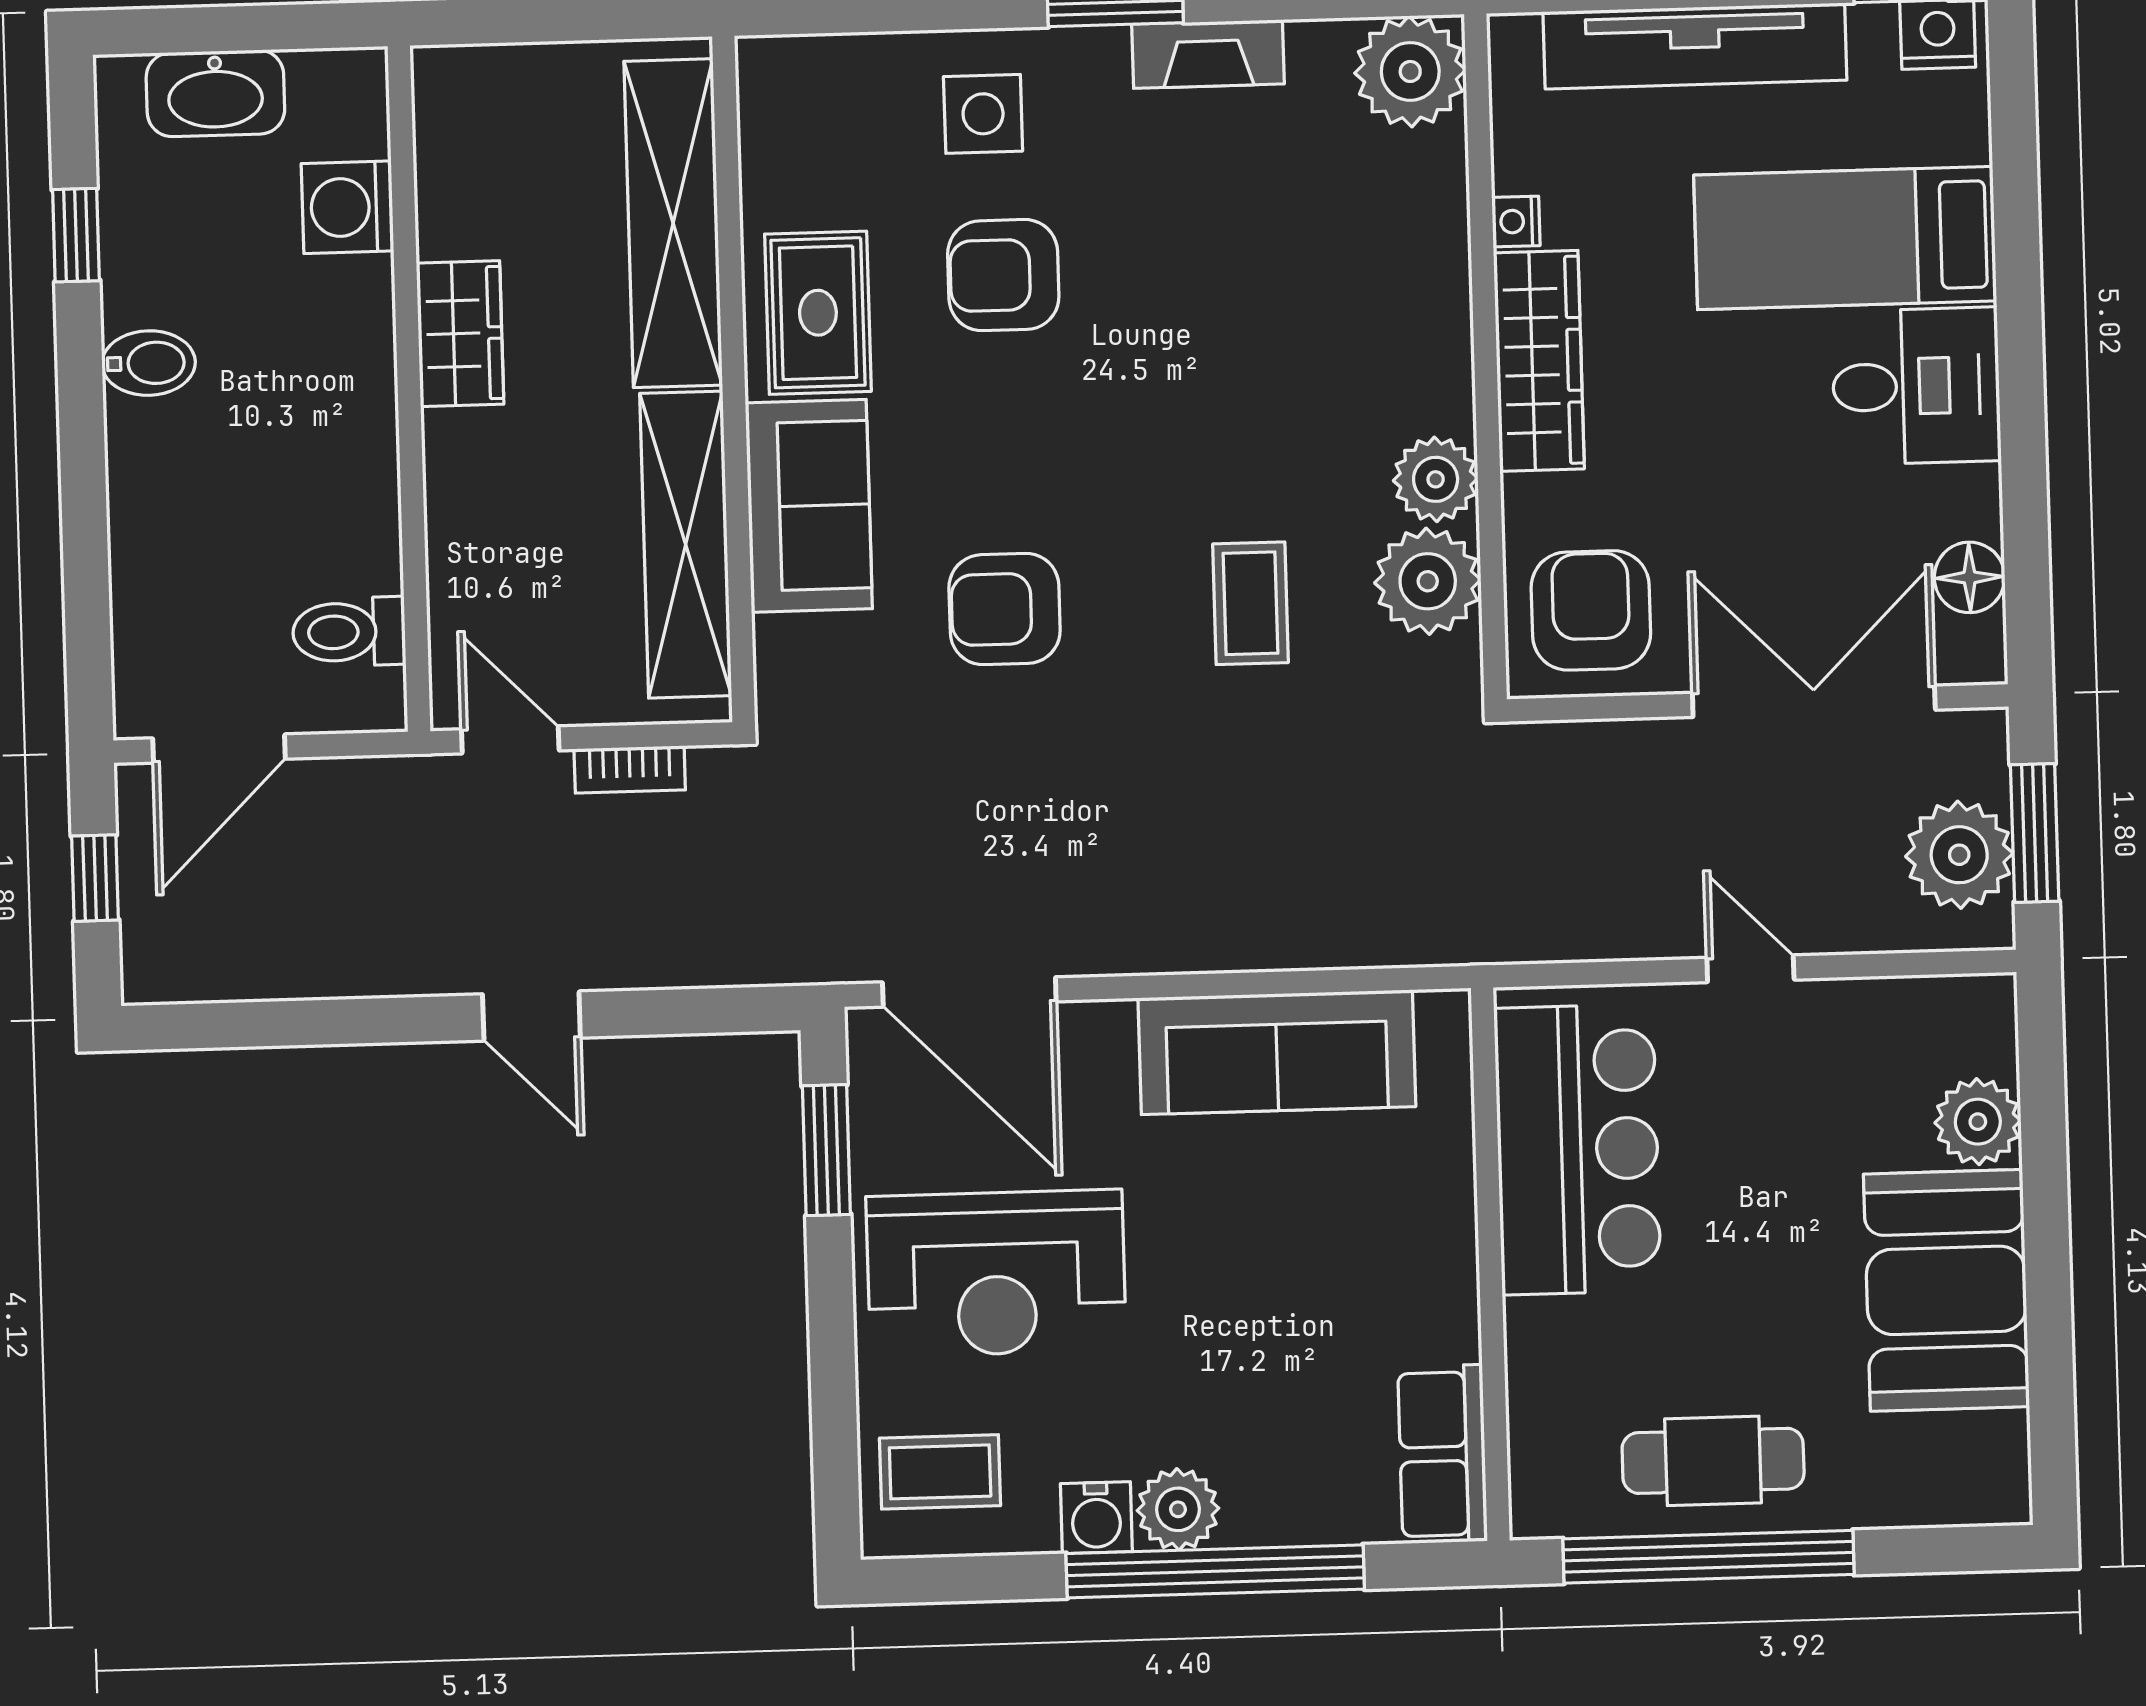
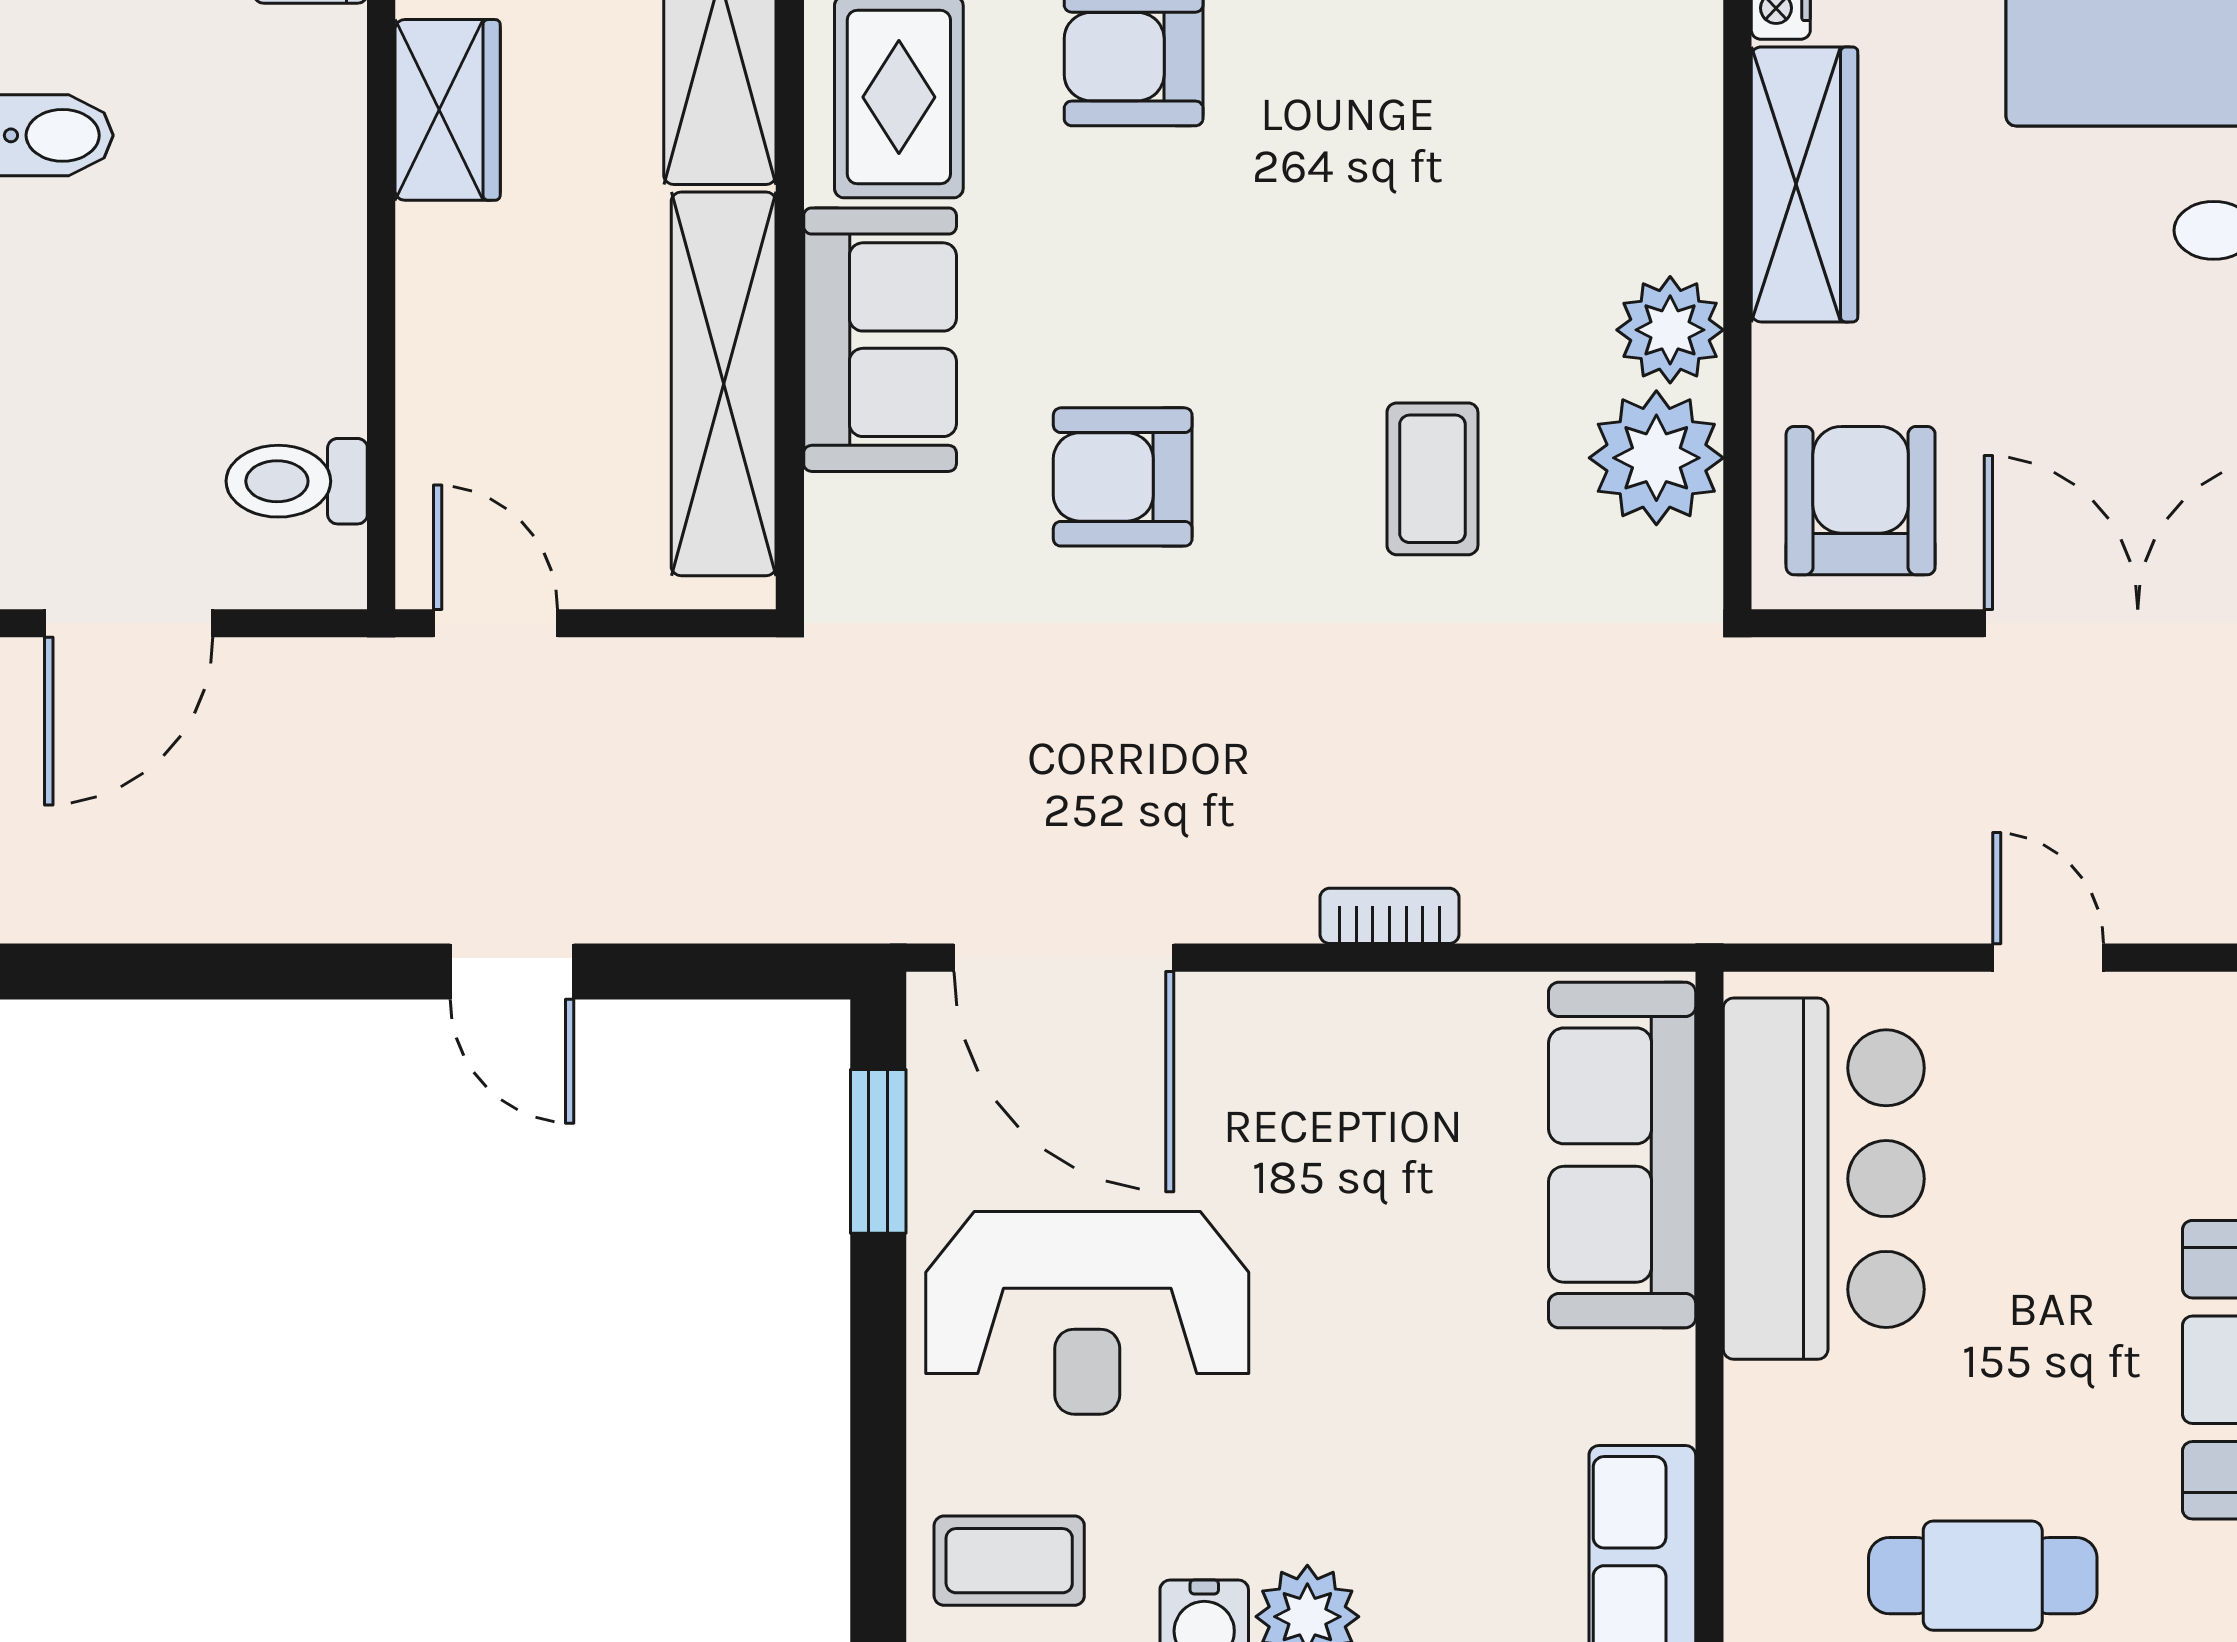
bookcase: (630, 769) -> (1389, 916), moved, turned 180
sofa: (1277, 1052) -> (1622, 1155), moved, turned 90

